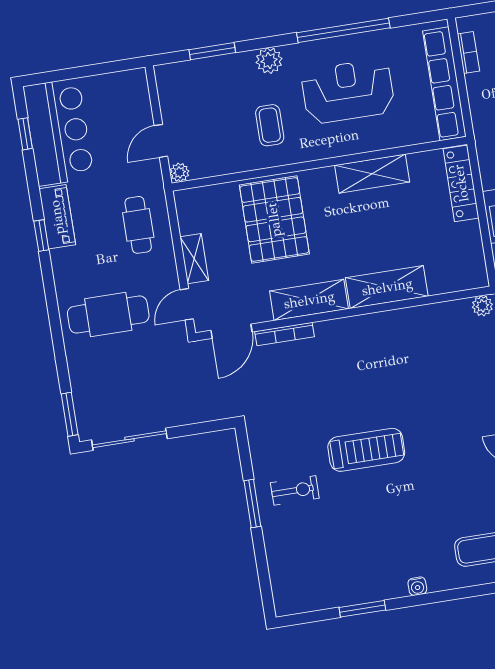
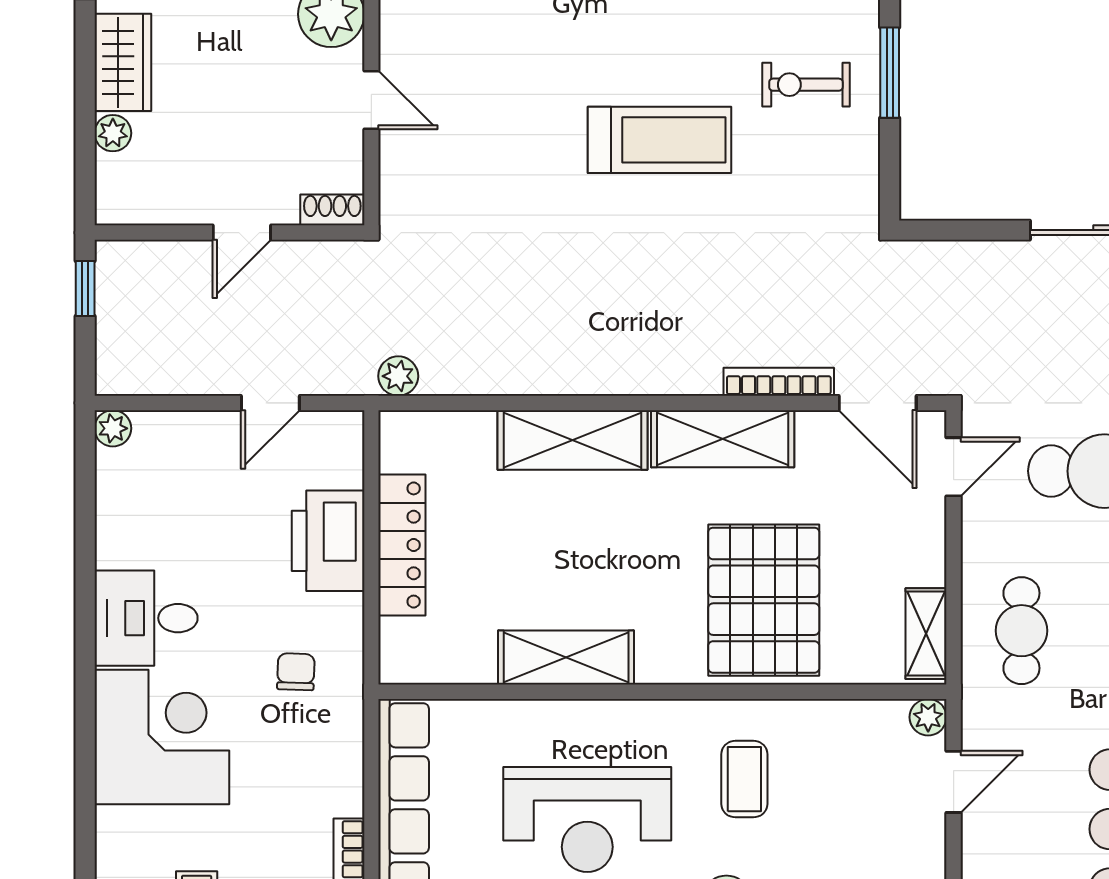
locker: (461, 183) -> (402, 545), moved
shelving: (194, 259) -> (926, 634), moved
door: (231, 331) -> (878, 403), swing flipped
treadmill: (366, 450) -> (659, 140), turned 180

